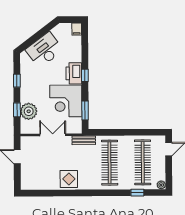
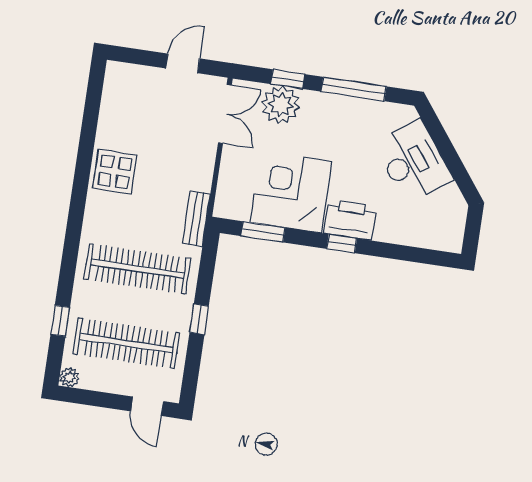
filing cabinet: (77, 29) -> (449, 241), removed
window: (17, 81) -> (354, 89), width x2.17
window: (127, 132) -> (199, 319), added
double door: (53, 135) -> (225, 114), moved

